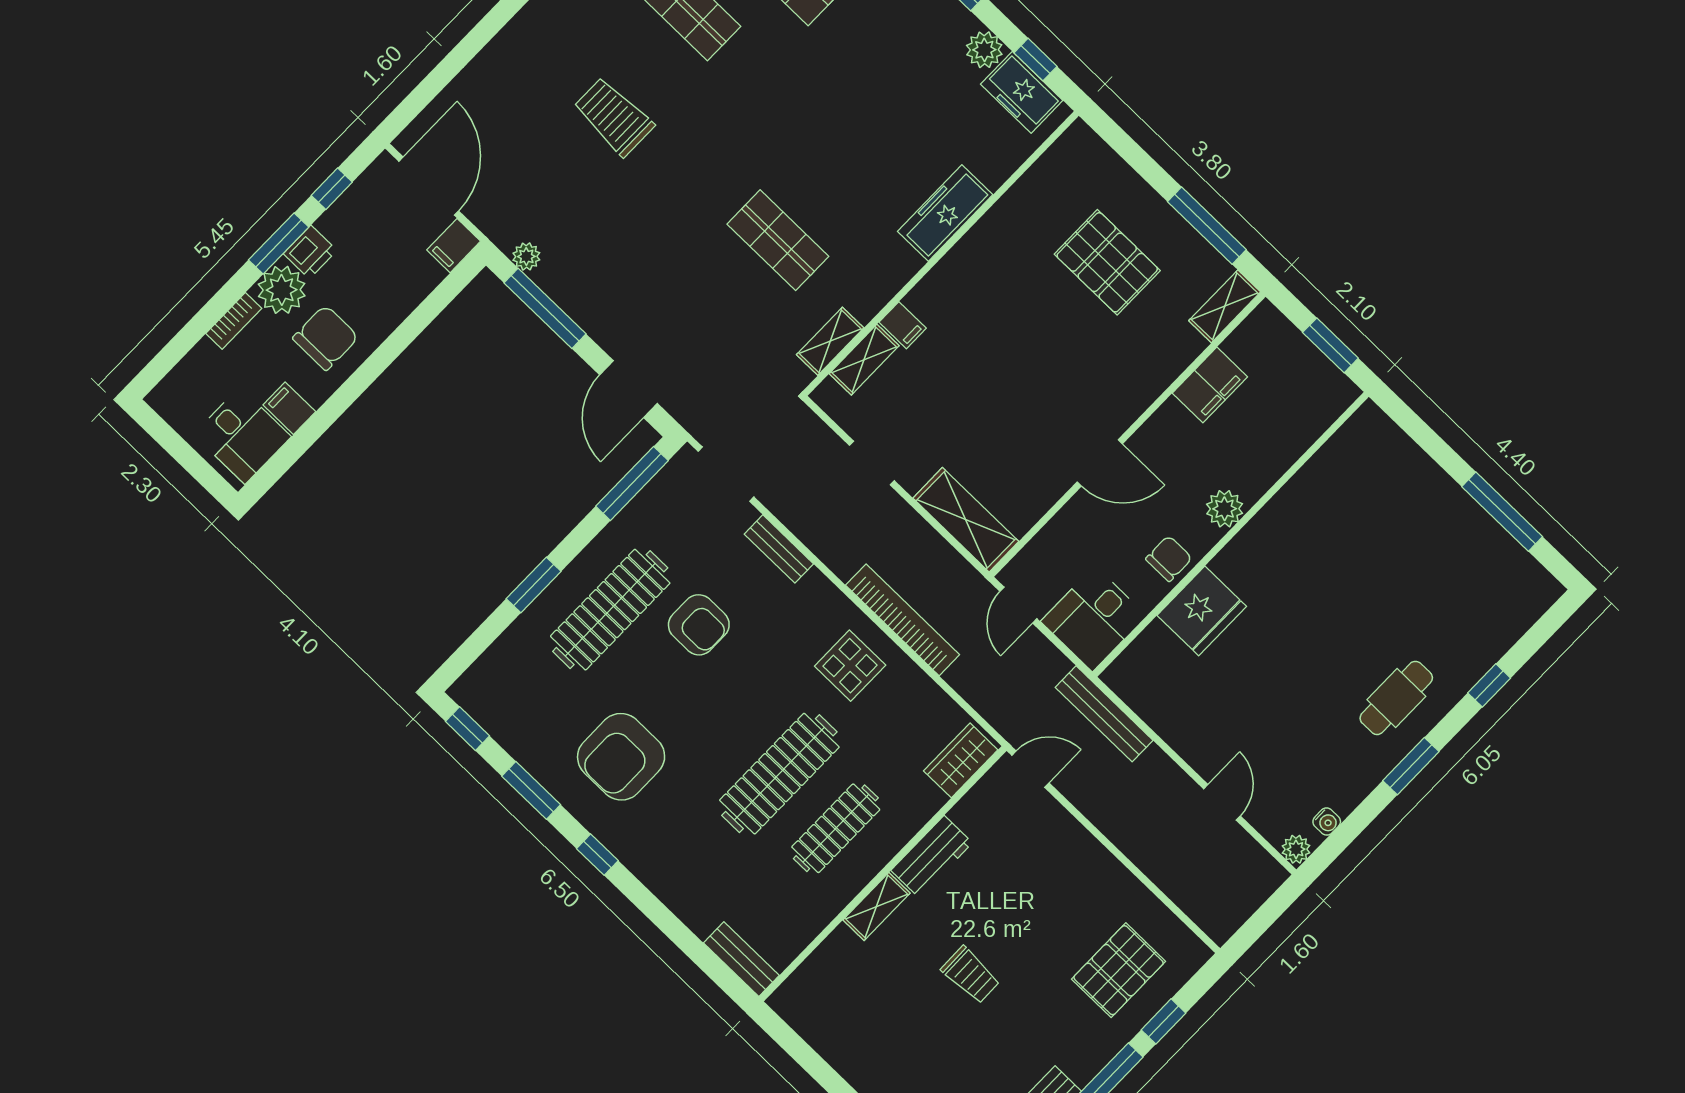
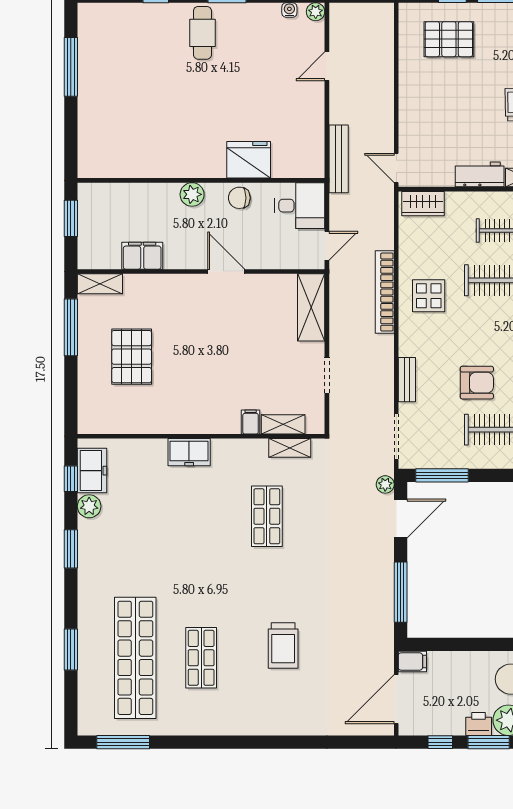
freezer: (945, 213) -> (189, 452), width x0.71
plant: (526, 256) -> (385, 484), moved
armchair: (699, 625) -> (477, 383), turned 90
cafe table: (1396, 698) -> (202, 33), turned 90

